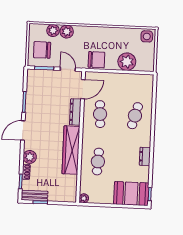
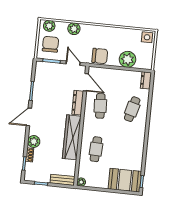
plant: (53, 31) -> (49, 26), moved
chair: (42, 50) -> (50, 44), turned 90
door: (83, 89) -> (86, 82), hinge flipped
dresser: (145, 156) -> (146, 80), moved
bench: (35, 196) -> (63, 180), moved

